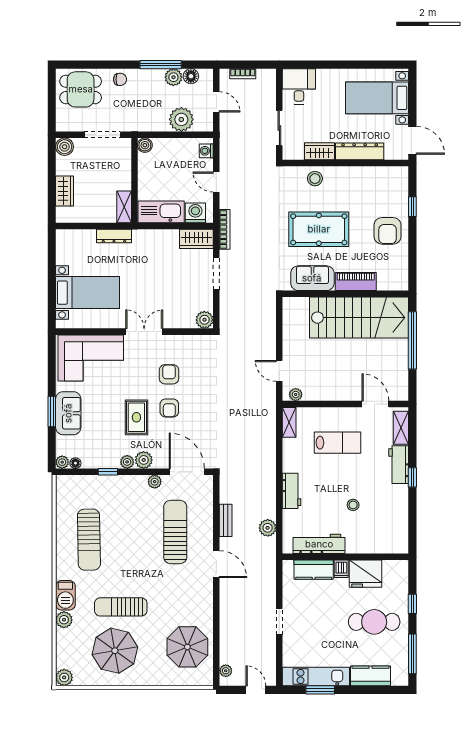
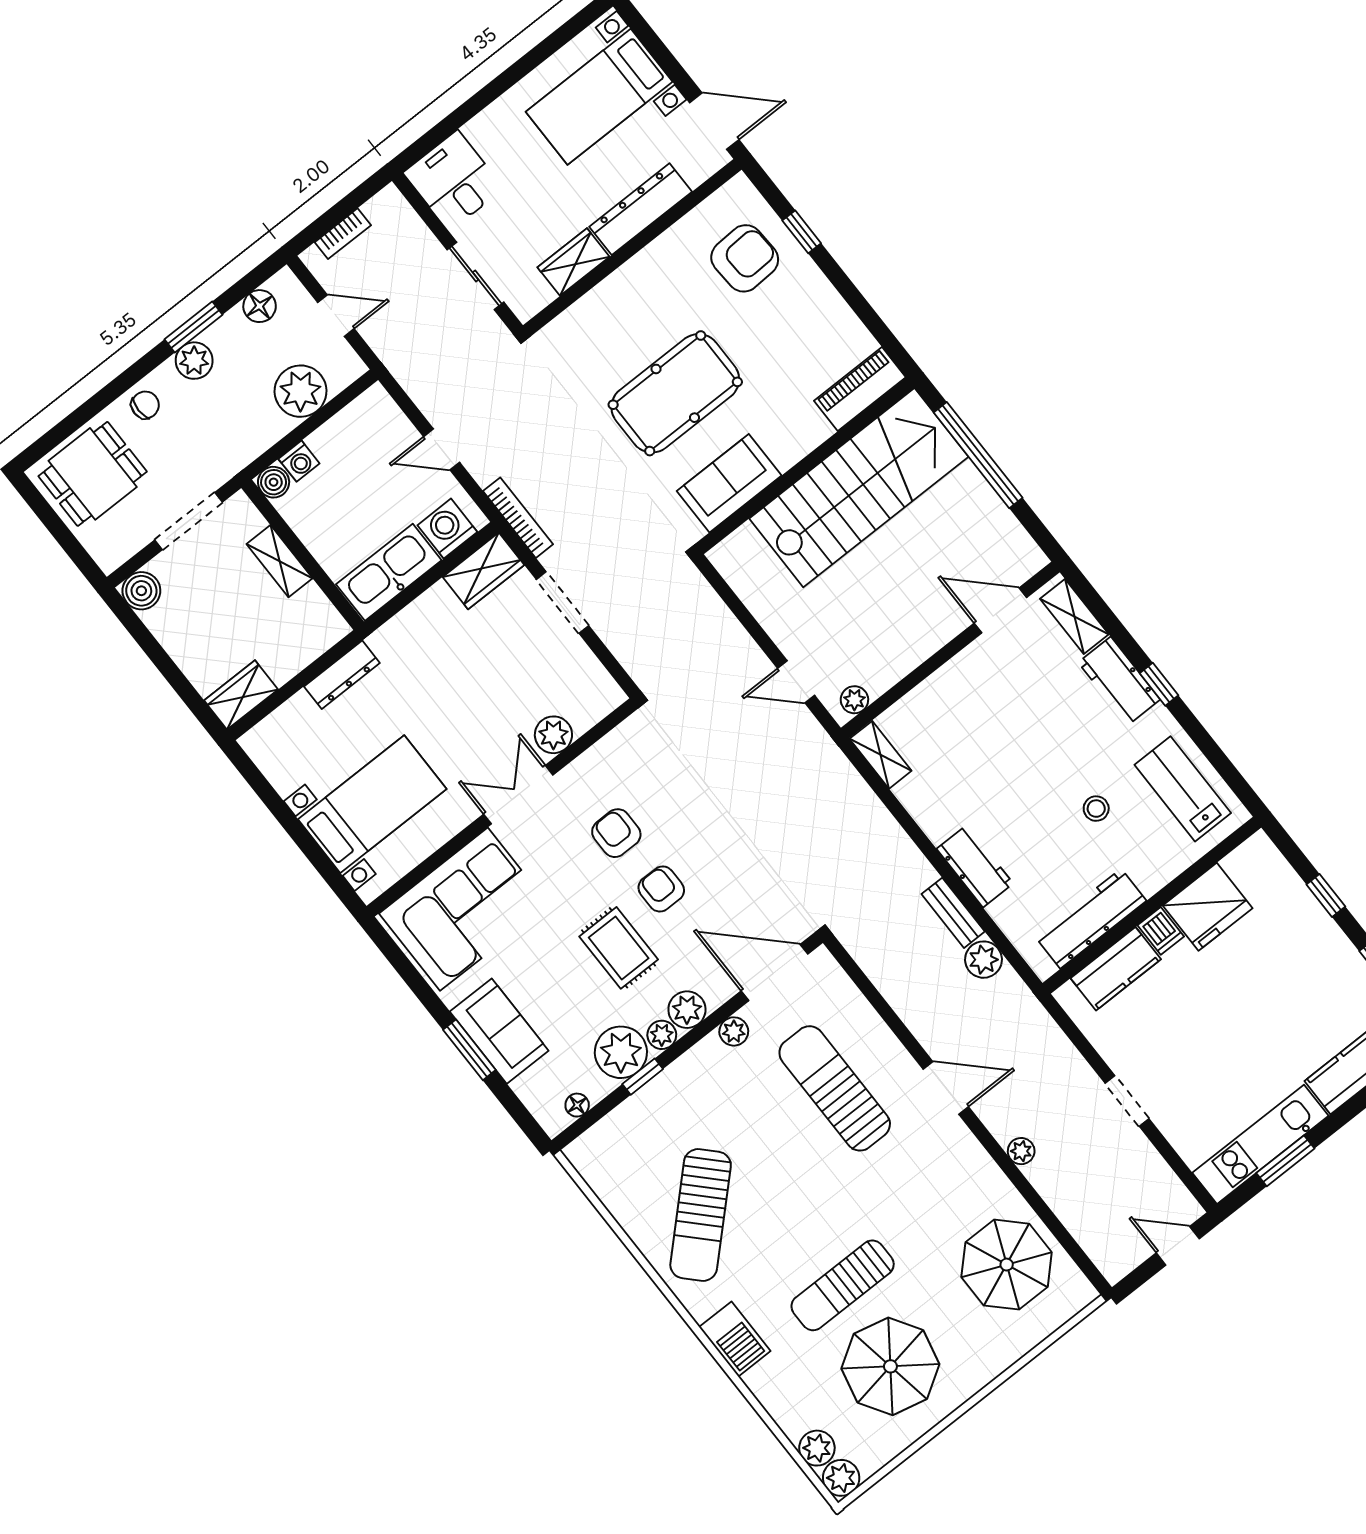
window: (161, 65) -> (194, 327), width x0.69
plant: (173, 77) -> (194, 361), moved
washing machine: (206, 151) -> (299, 461), moved, turned -90
stool: (315, 179) -> (602, 313), removed
wardrobe: (65, 191) -> (241, 695), moved, turned -90
shelving: (124, 207) -> (280, 561), moved
armchair: (388, 231) -> (745, 258), moved, turned -93
piano: (356, 282) -> (860, 389), moved
plant: (204, 320) -> (553, 735), moved
armchair: (169, 408) -> (661, 889), turned 180
lab bench: (337, 443) -> (1183, 789), moved, turned -90
plant: (62, 462) -> (621, 1052), moved, width x1.88, depth x1.88
bench: (226, 520) -> (953, 913), moved
sun lounger: (89, 540) -> (701, 1215), turned 47
plant: (64, 620) -> (817, 1448), moved
cafe table: (374, 622) -> (1286, 976), removed
plant: (226, 671) -> (1021, 1151), moved

